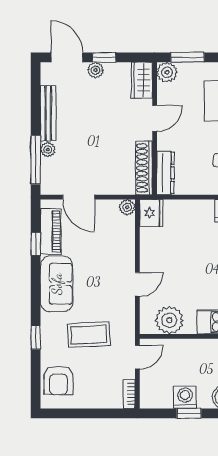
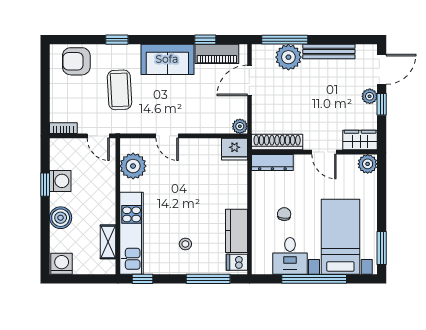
window: (188, 57) -> (382, 183), removed
plant: (48, 150) -> (288, 57), width x1.88, depth x1.88

